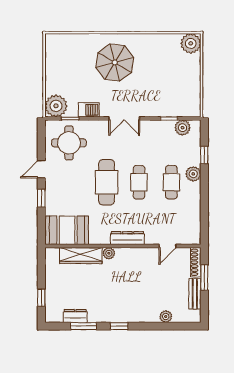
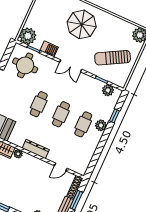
sun lounger: (170, 86) -> (113, 58), added
cafe table: (107, 182) -> (39, 104), width x0.73, depth x0.74

